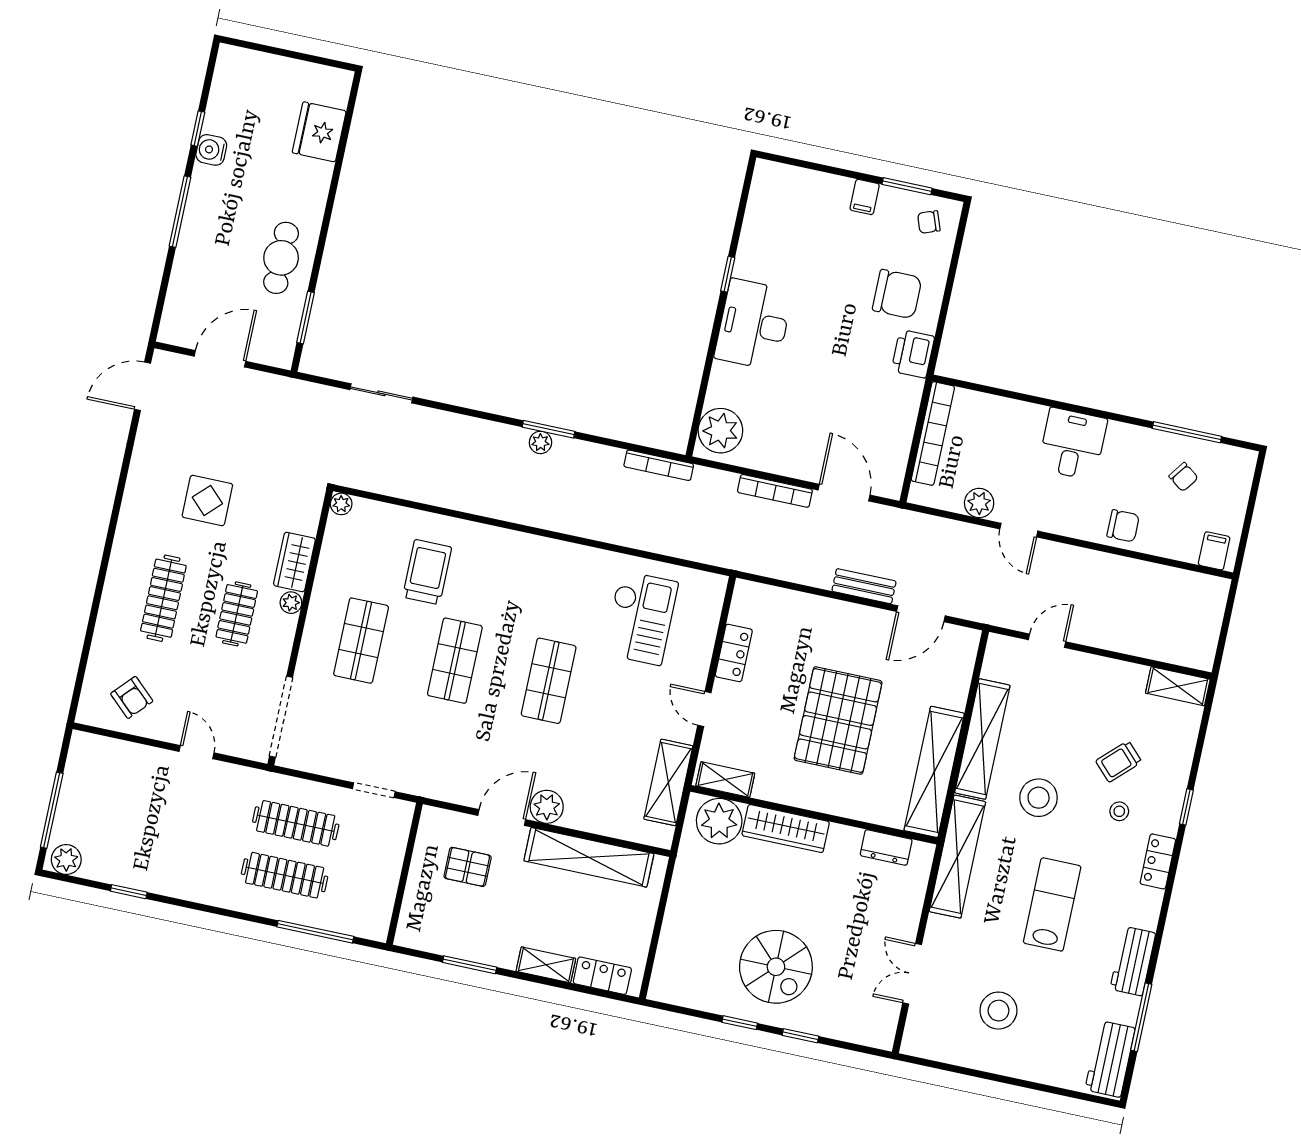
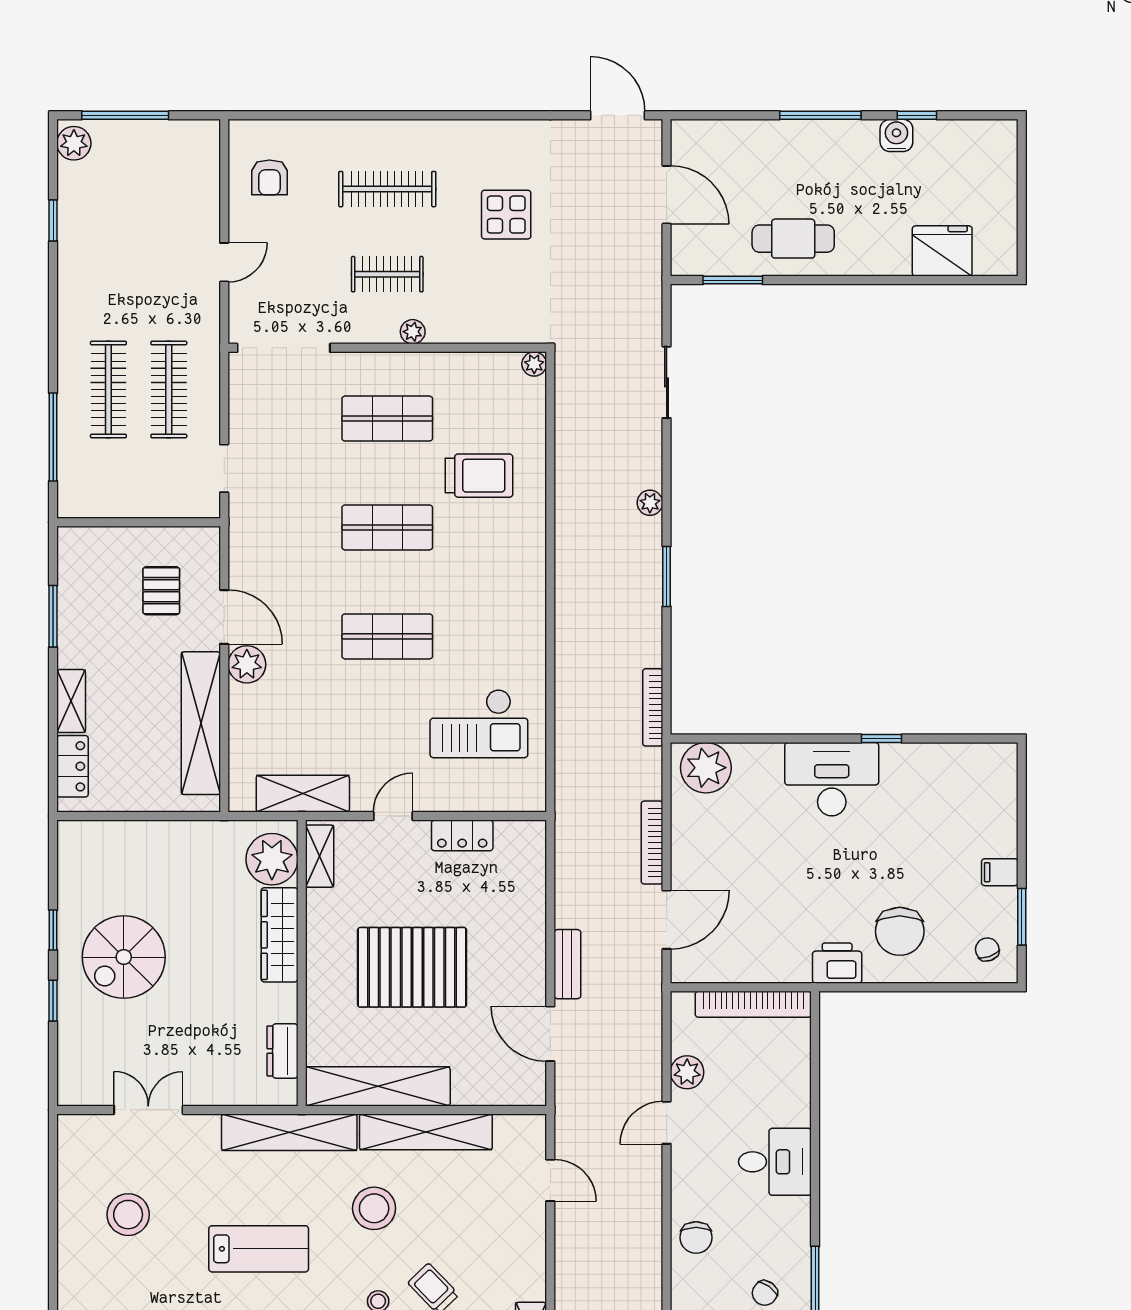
plant: (540, 442) -> (650, 503), moved
wardrobe: (294, 562) -> (459, 326), removed
armchair: (132, 697) -> (269, 177), turned -43

